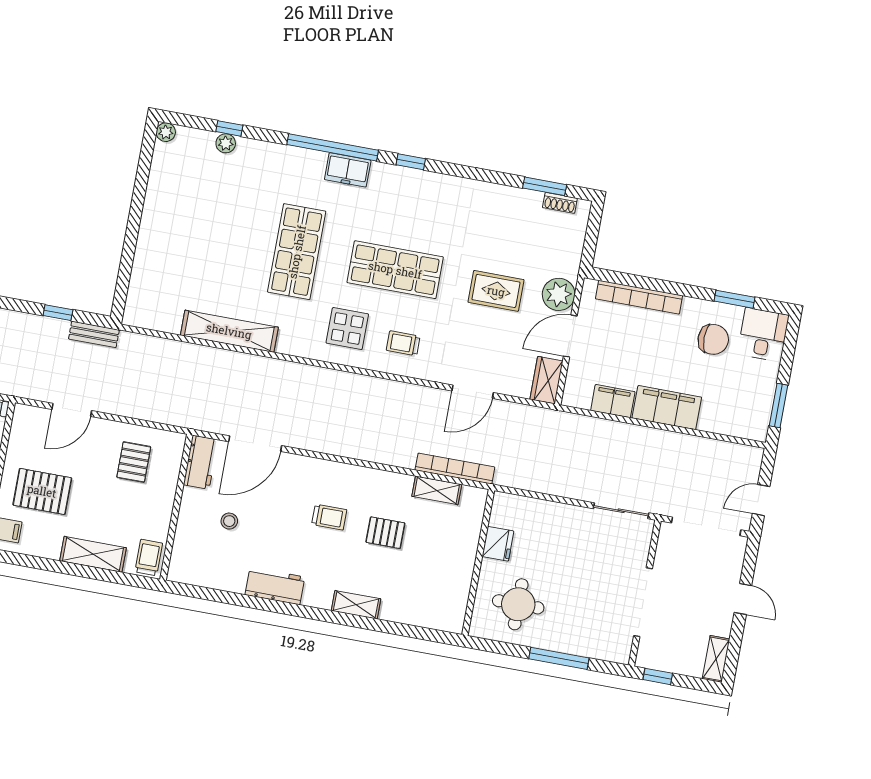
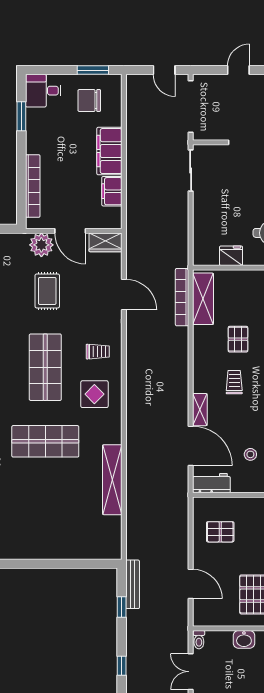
bench: (94, 334) -> (133, 584), width x1.36
chair: (713, 339) -> (89, 100), moved, turned -90
trolley: (403, 343) -> (98, 352), turned -90
shelving: (301, 465) -> (200, 410), added
shelving: (437, 490) -> (203, 299), width x1.50, depth x1.33

